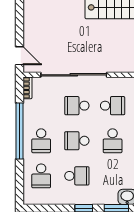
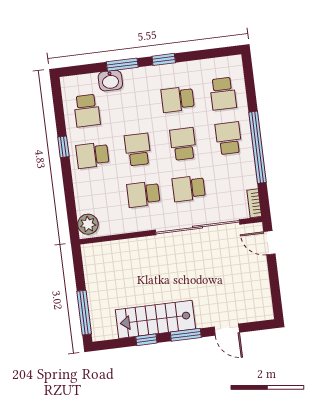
school desk: (77, 106) -> (189, 189), turned 180
school desk: (77, 141) -> (183, 144), turned -90
school desk: (41, 176) -> (223, 94), turned 180

